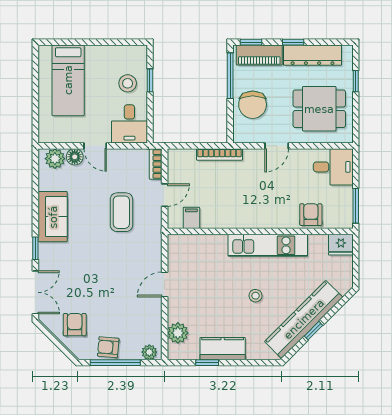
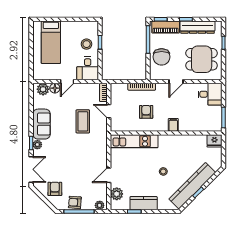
door: (95, 146) -> (67, 82), hinge flipped
door: (165, 195) -> (109, 111), swing flipped
armchair: (311, 215) -> (146, 112), moved
filing cabinet: (191, 218) -> (173, 125), moved
kitchen unit: (268, 245) -> (134, 141), moved
plant: (46, 251) -> (37, 145), added
door: (165, 284) -> (109, 175), moved

